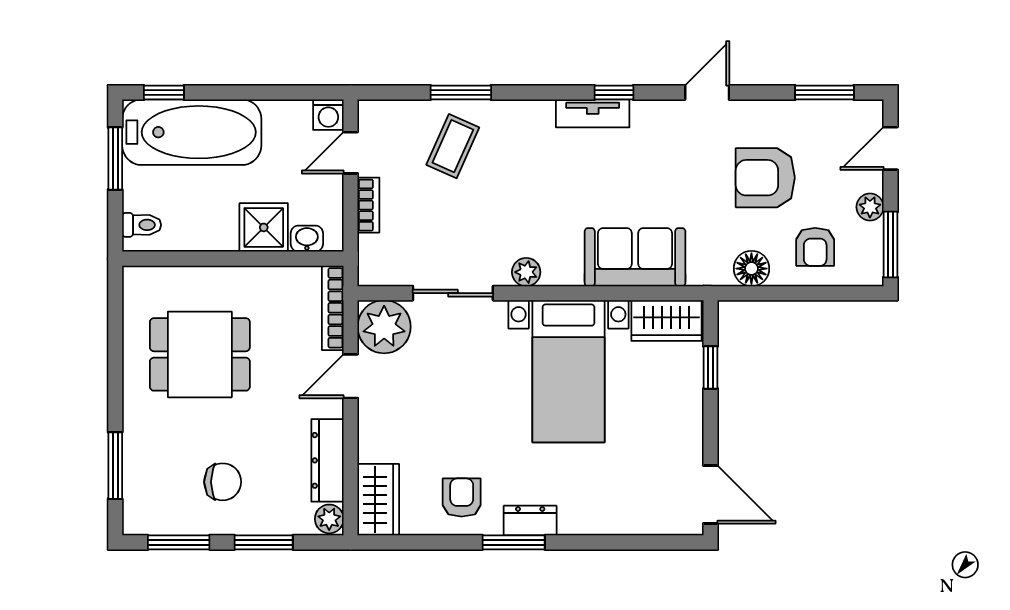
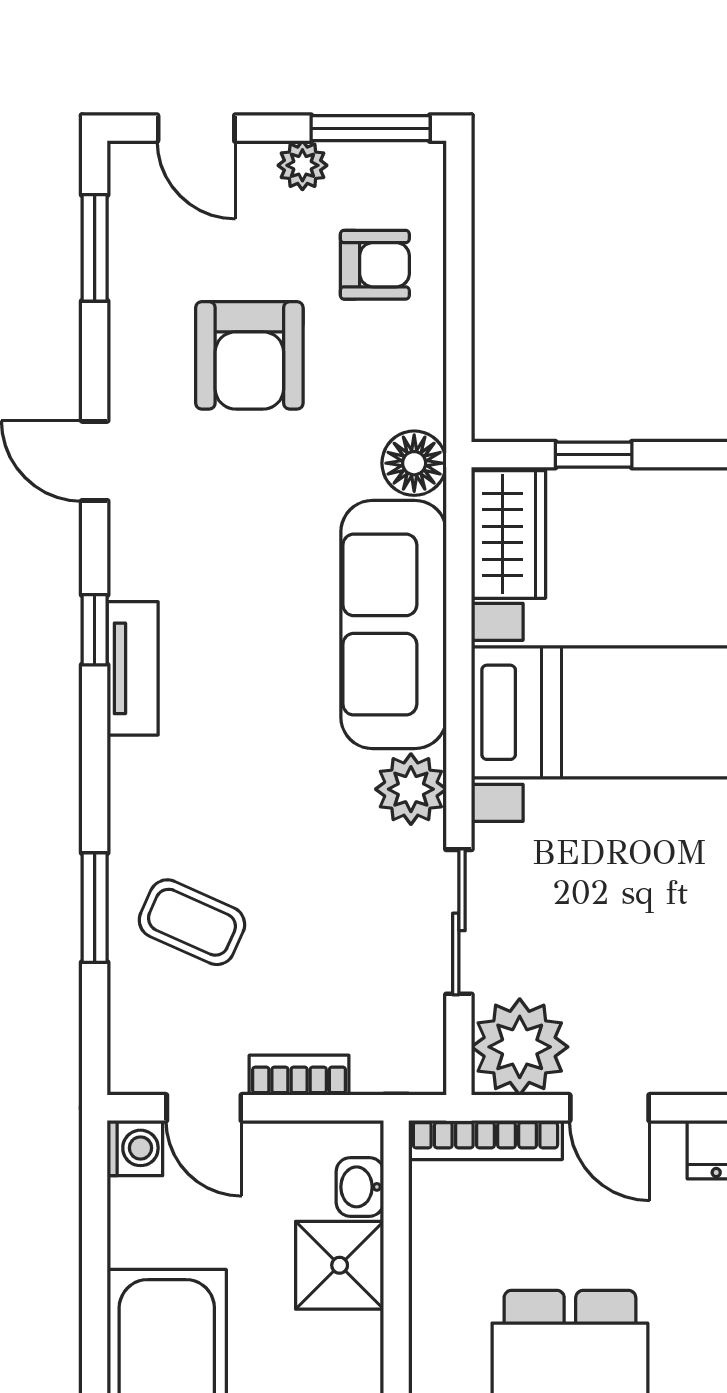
sofa: (635, 257) -> (394, 625), width x1.36
floor lamp: (751, 269) -> (414, 463), moved
plant: (526, 272) -> (411, 789), width x1.38, depth x1.38

